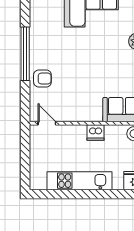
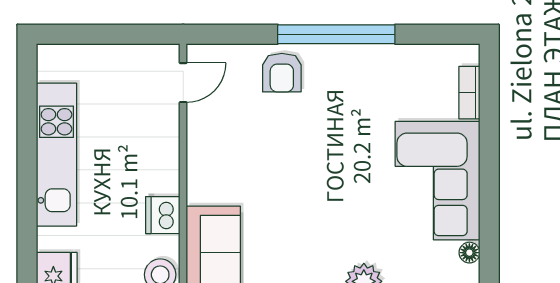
dishwasher: (95, 132) -> (163, 215), moved

